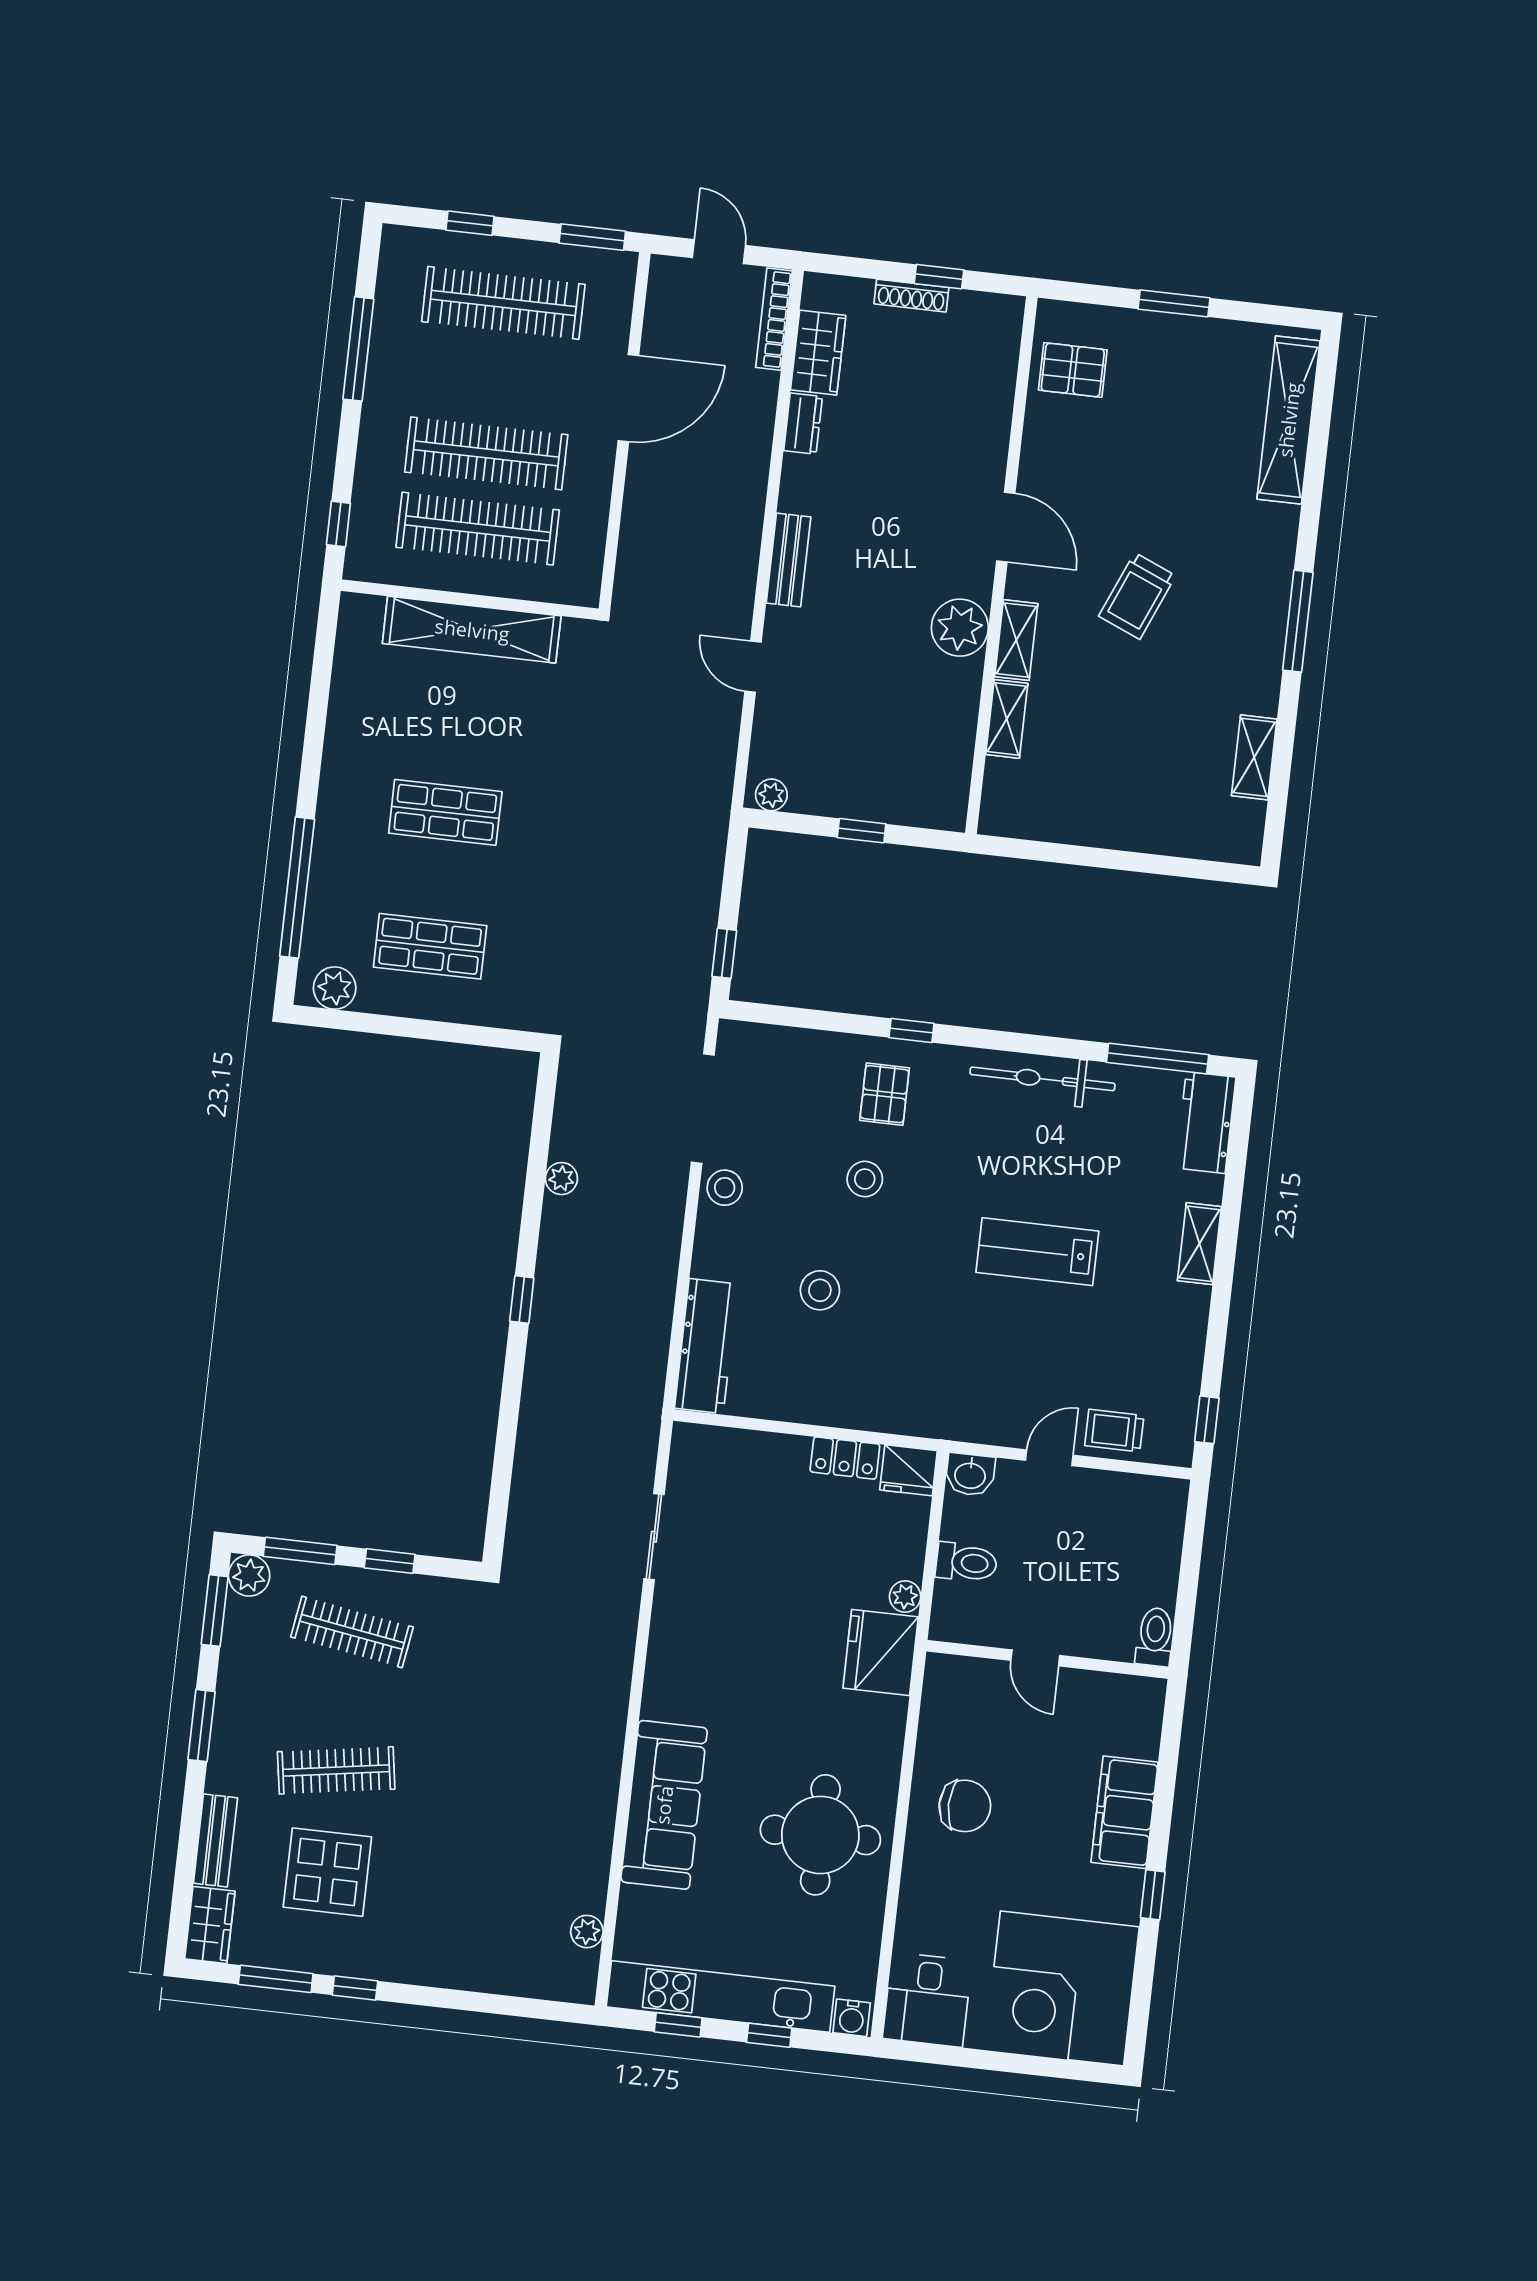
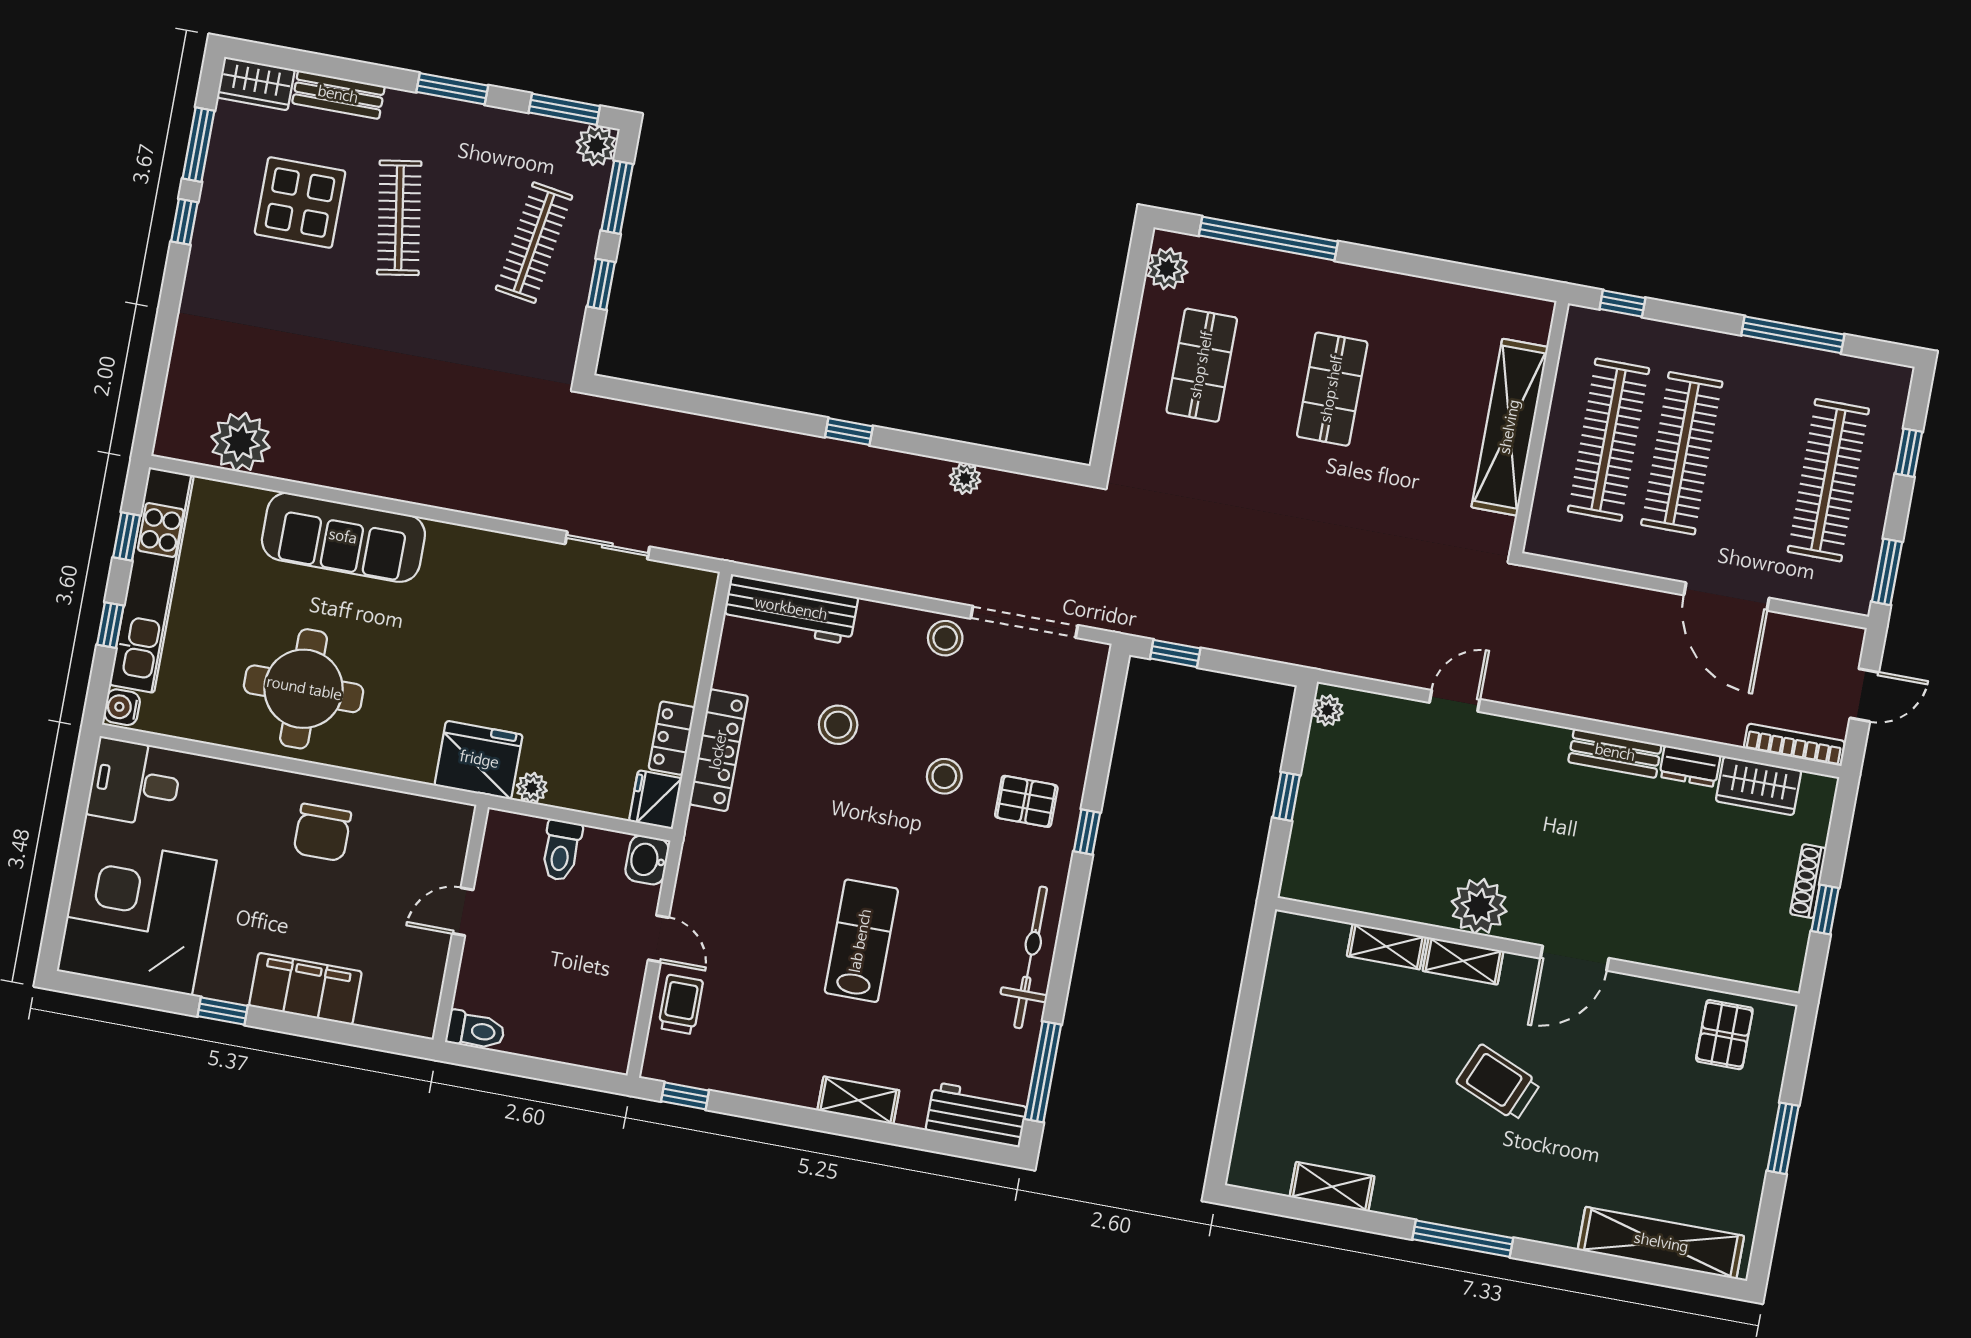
bench: (788, 560) -> (1615, 753), moved
locker: (854, 1410) -> (719, 750), added
plant: (587, 1932) -> (240, 442), width x1.87, depth x1.87

